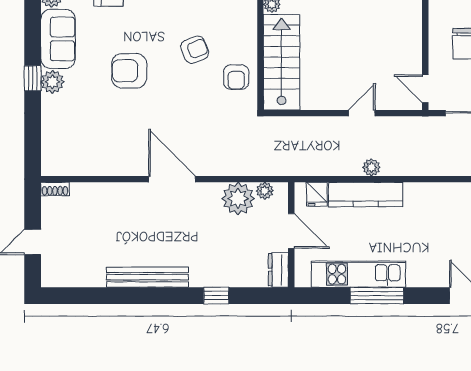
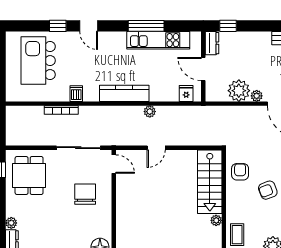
plant: (265, 191) -> (257, 96), moved
kitchen counter: (366, 195) -> (124, 93), moved
window: (216, 296) -> (228, 26), moved

